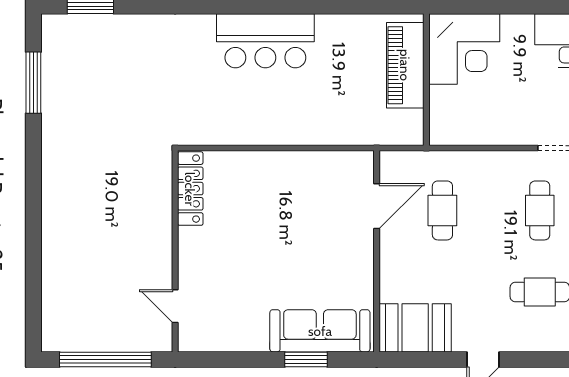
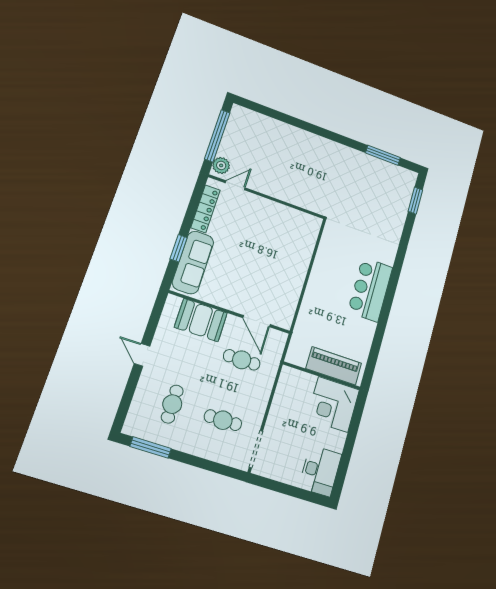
locker: (190, 189) -> (205, 209), moved, turned -90
booth: (415, 328) -> (201, 320), moved, turned 90
plant: (151, 338) -> (221, 165), added

